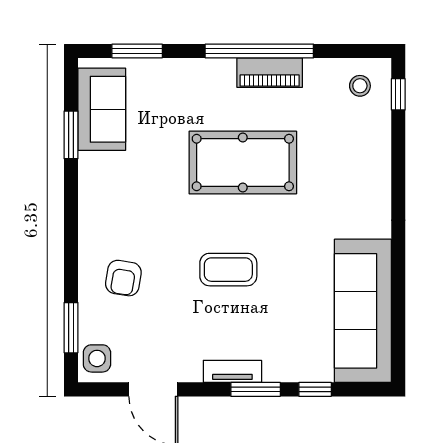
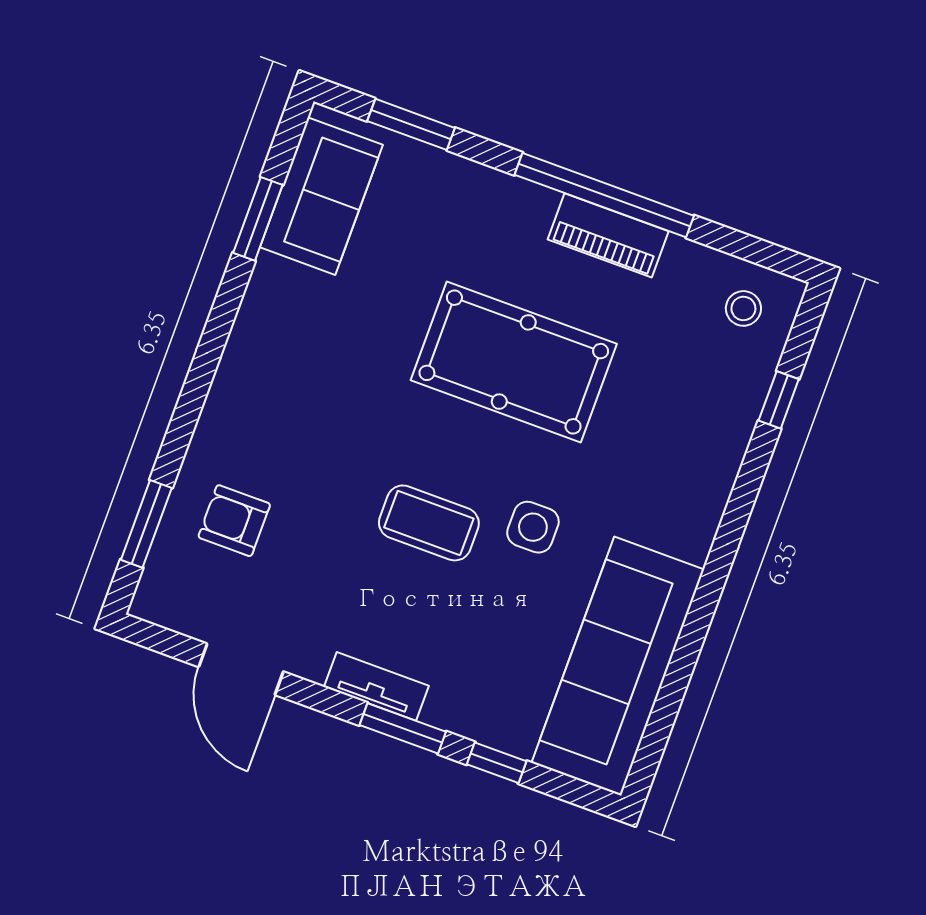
window: (398, 94) -> (779, 400), moved
armchair: (123, 278) -> (234, 521), moved, turned 81
side table: (97, 358) -> (533, 527), moved

